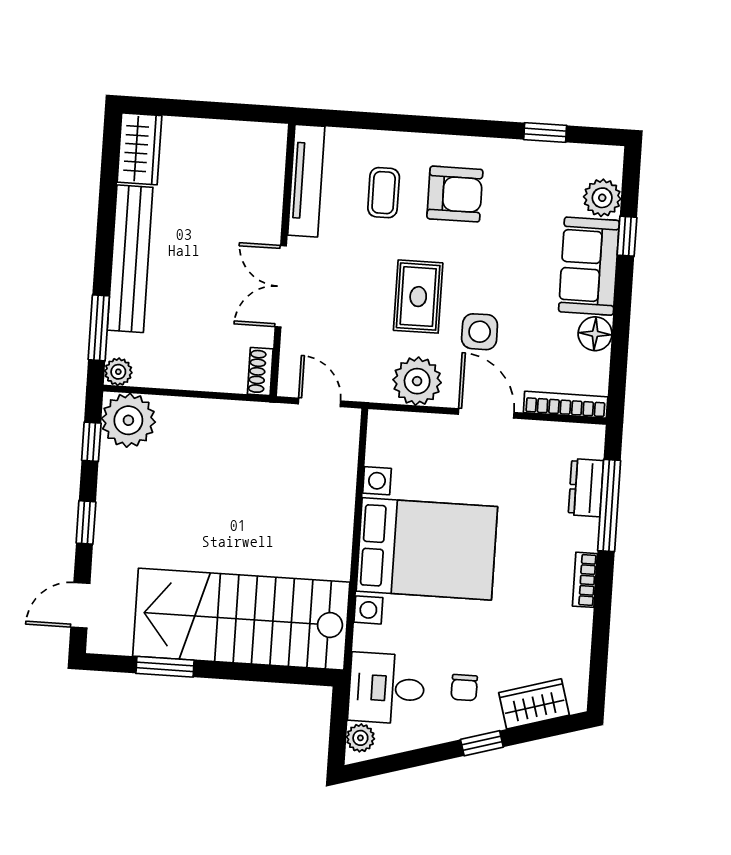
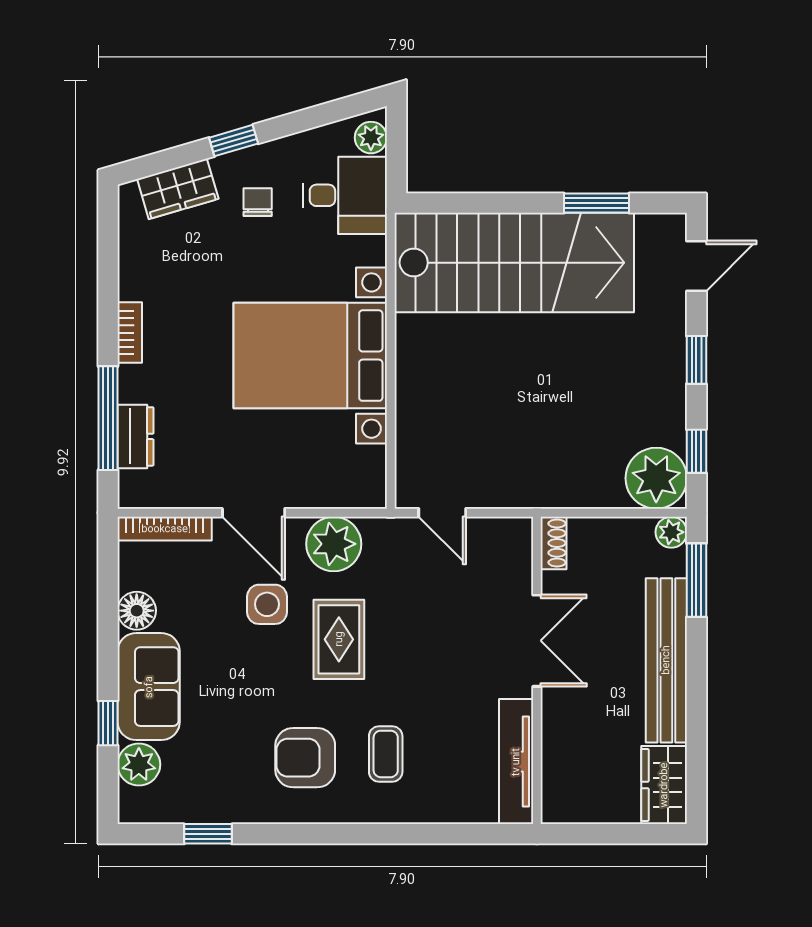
tv unit: (306, 181) -> (516, 762), moved
wall: (282, 260) -> (537, 670), moved
double door: (281, 286) -> (537, 641), moved
shoe rack: (260, 372) -> (554, 543), moved

